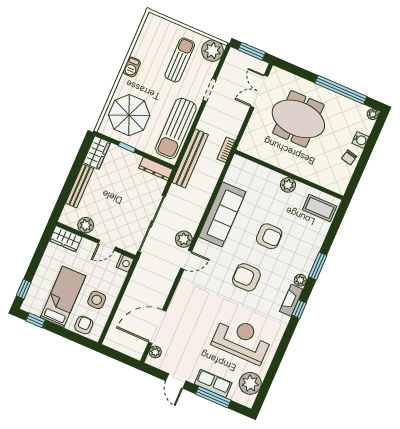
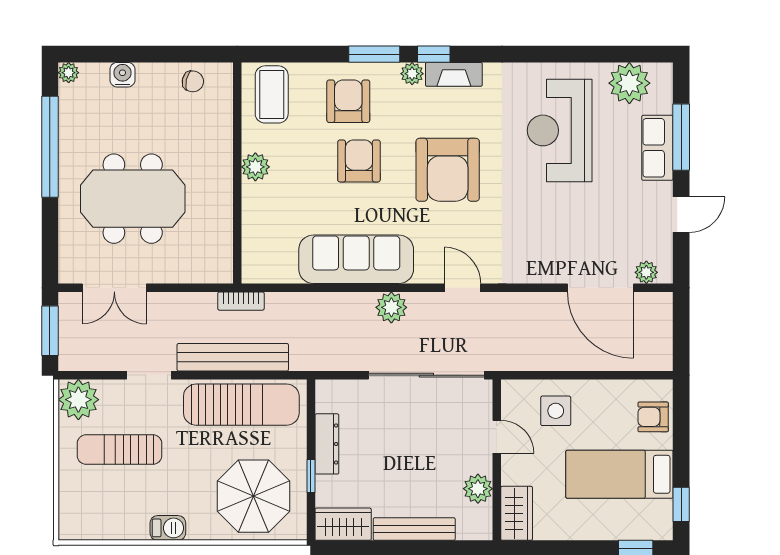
meeting table: (298, 119) -> (133, 199), turned 90
chair: (349, 157) -> (193, 81), moved
bench: (190, 158) -> (233, 357), moved
dresser: (156, 169) -> (327, 444), moved
plant: (184, 239) -> (391, 307), moved
armchair: (300, 244) -> (348, 101), added
nightstand: (125, 263) -> (514, 392), removed
armchair: (246, 277) -> (448, 170), width x1.36, depth x1.36
side table: (97, 300) -> (556, 411), moved
window: (299, 309) -> (434, 54), moved

